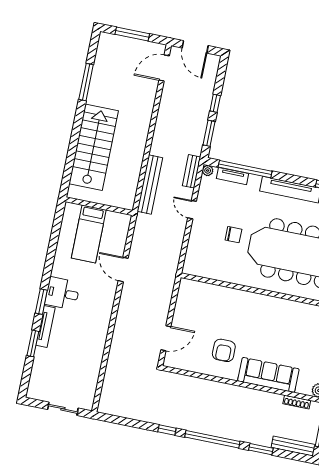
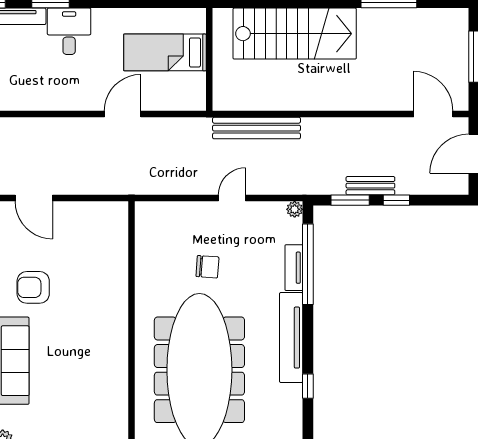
bench: (191, 171) -> (370, 186), moved
tv unit: (233, 176) -> (294, 268), moved
chair: (233, 235) -> (207, 267), turned -86

